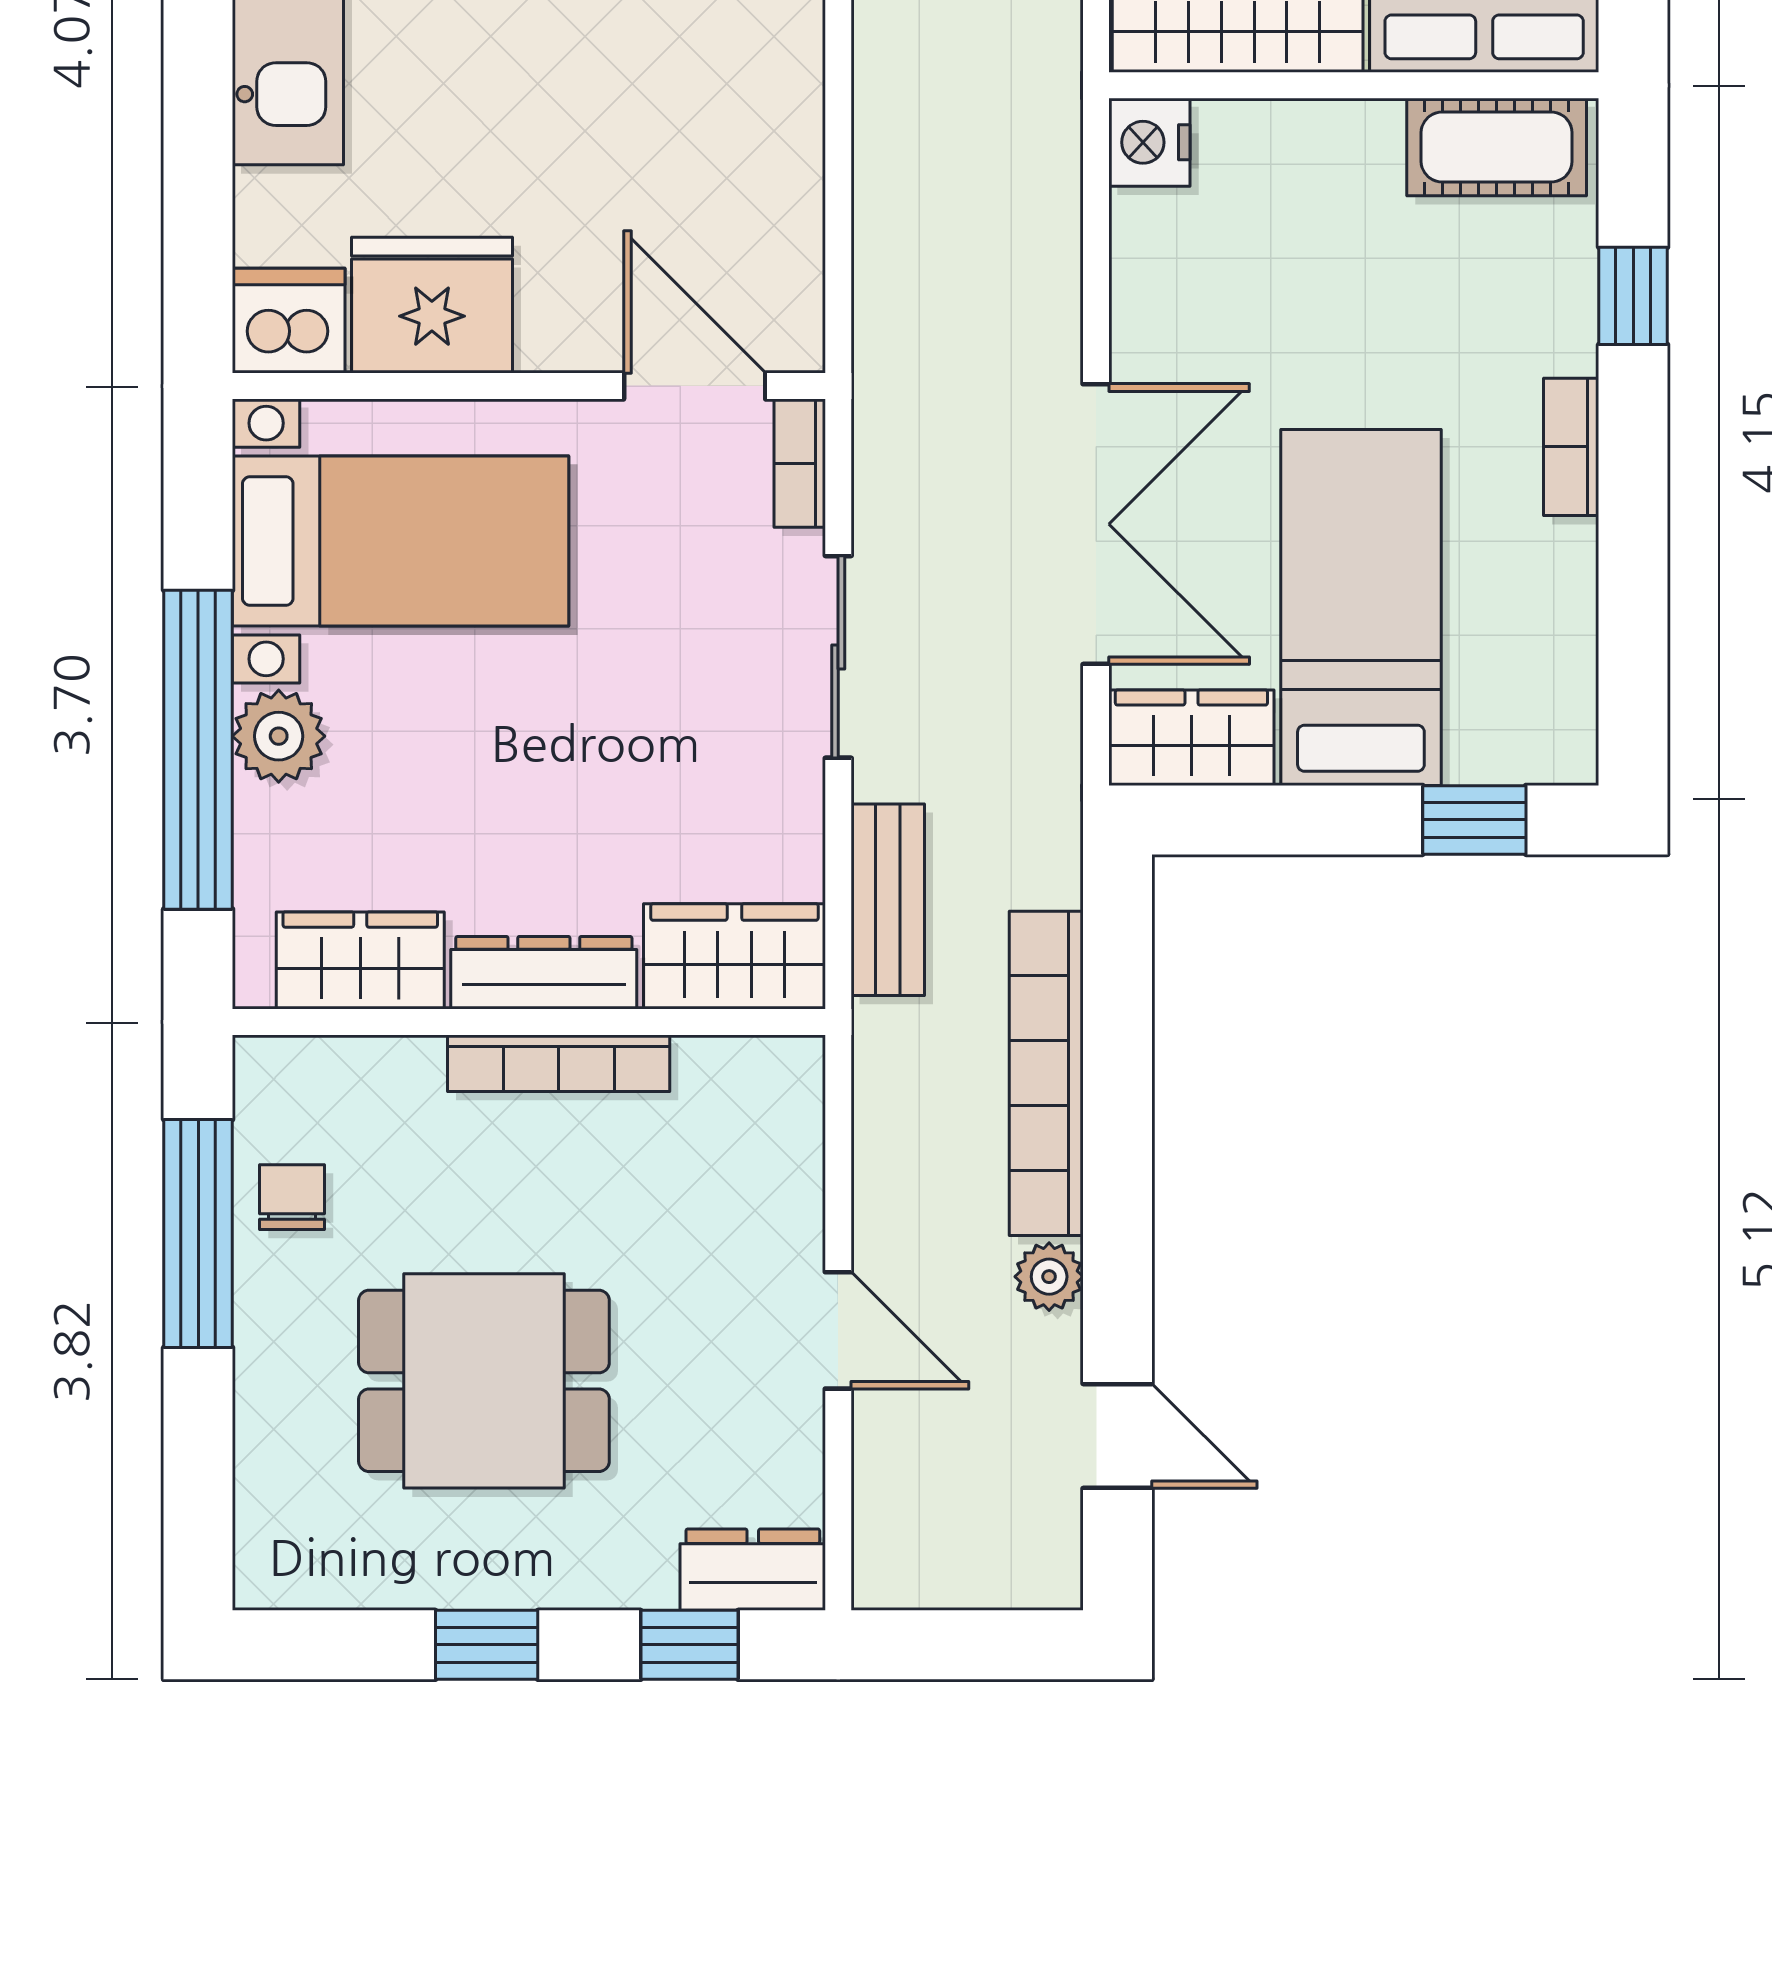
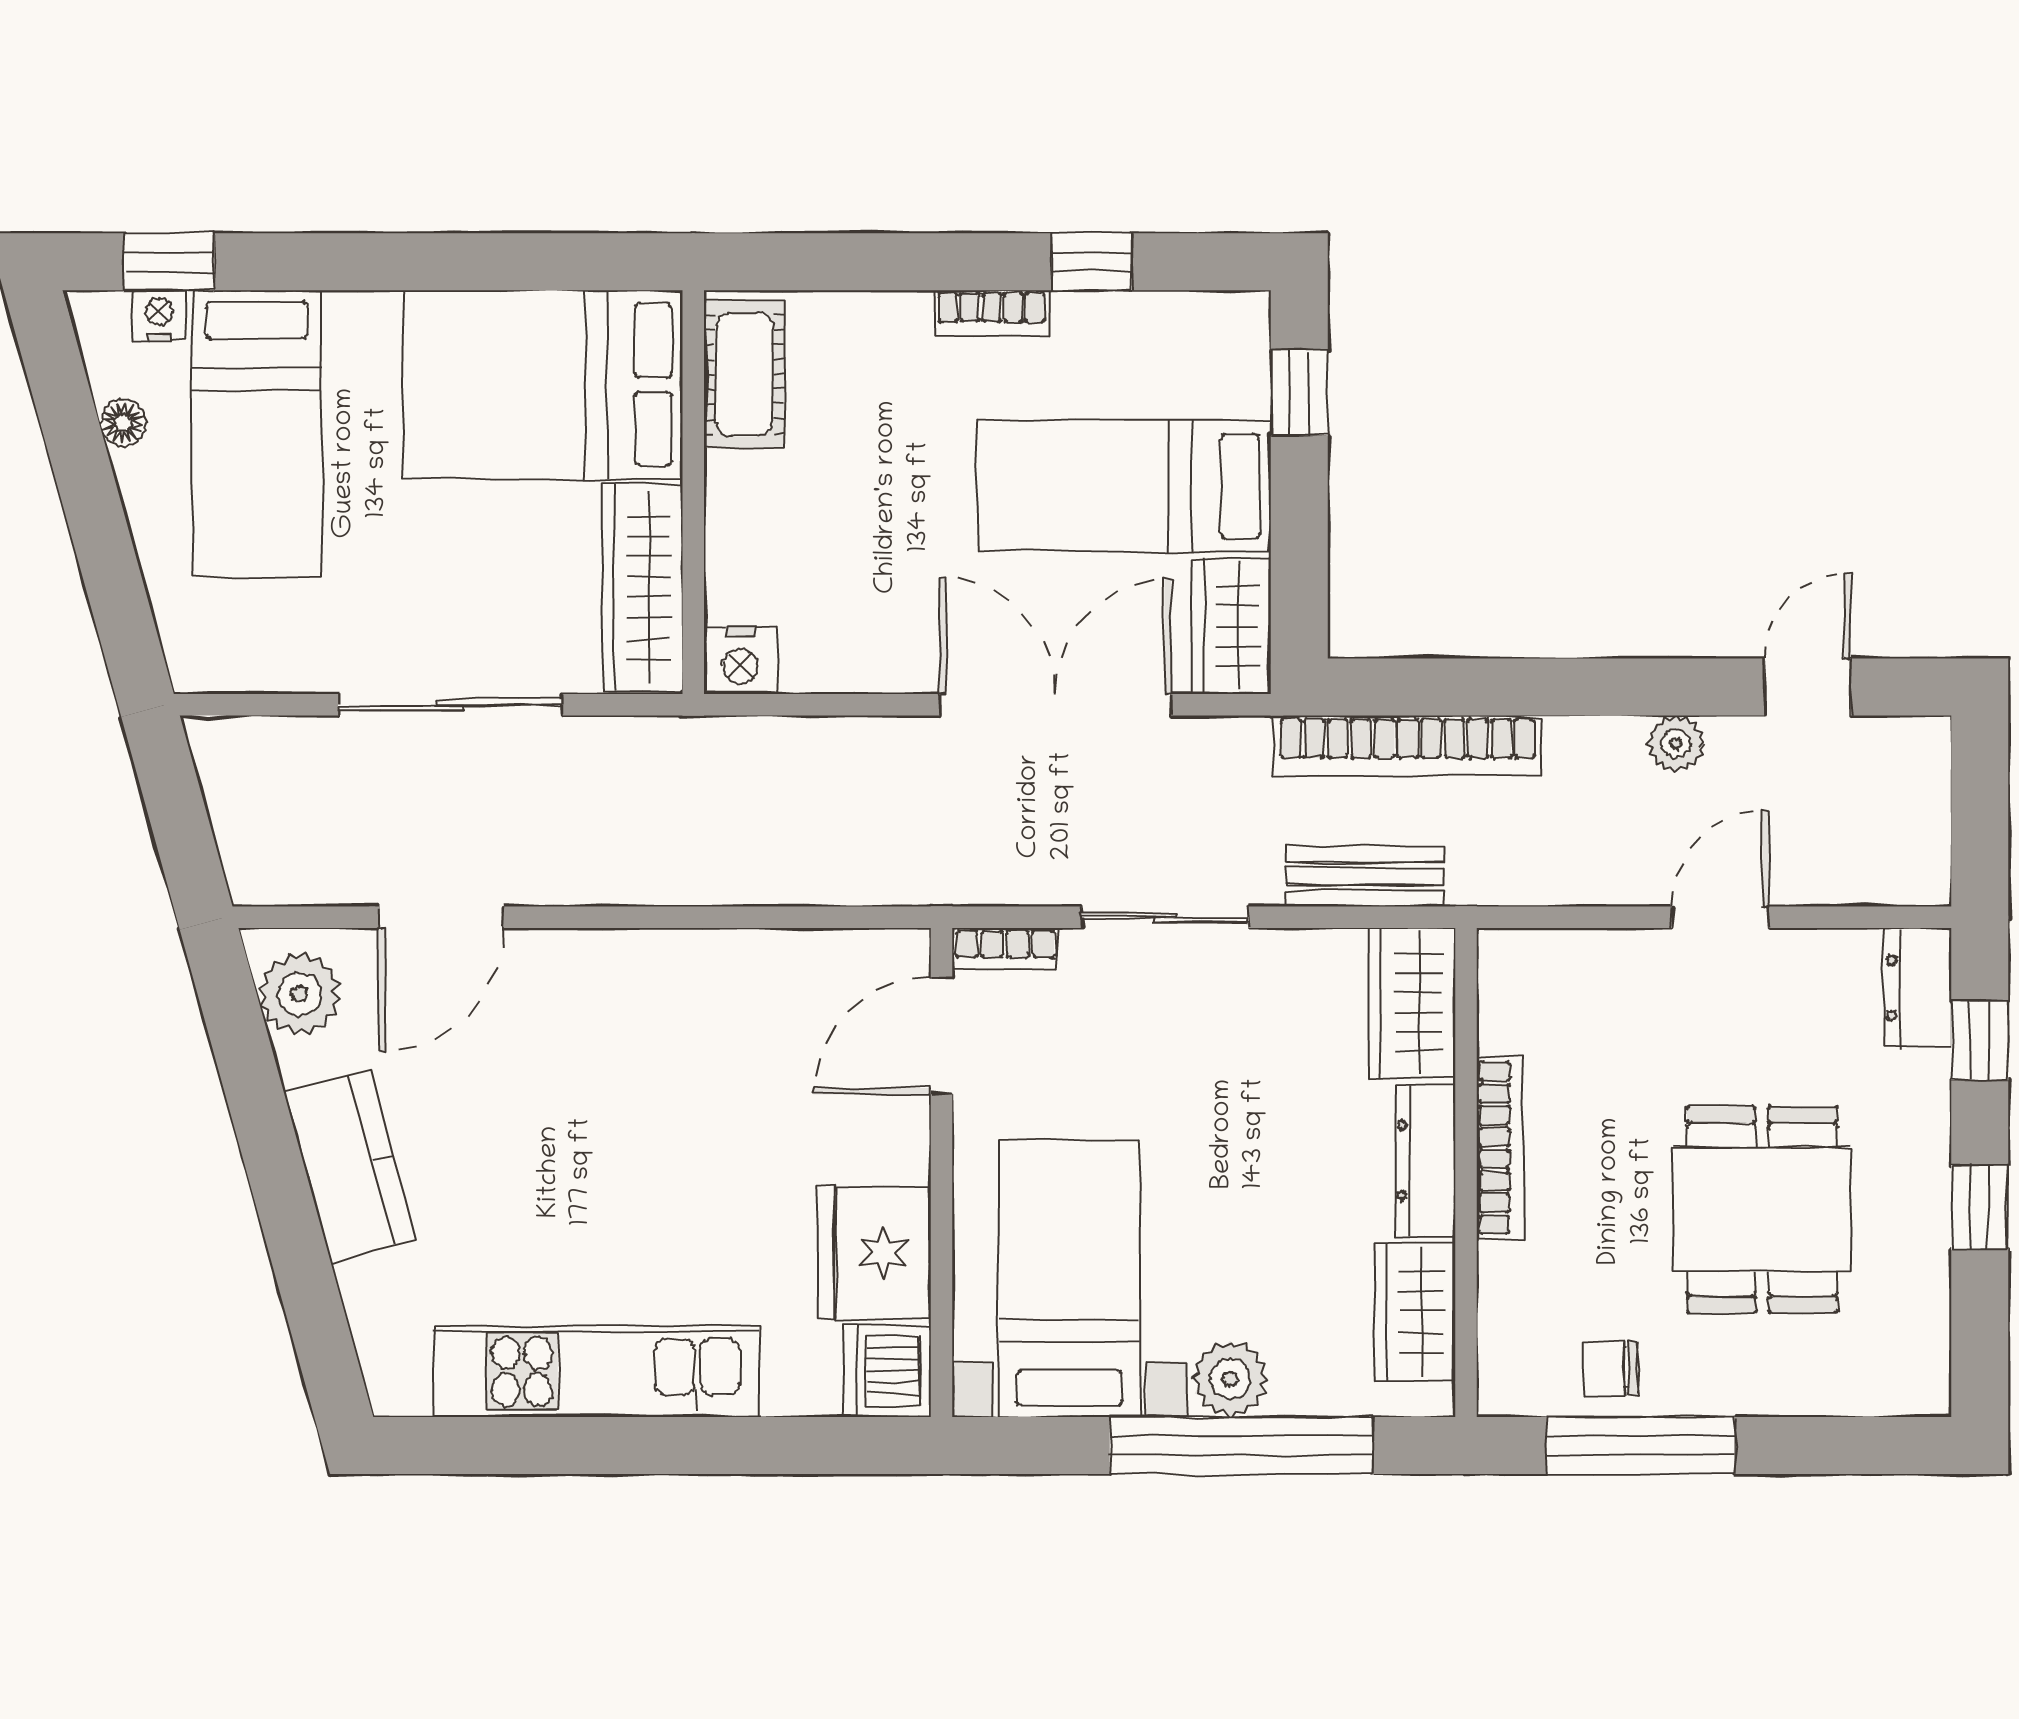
window: (1633, 296) -> (1092, 262), moved
bookcase: (1046, 1073) -> (1408, 746), moved

